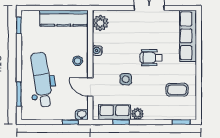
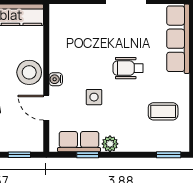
plant: (100, 23) -> (60, 21), removed
water cooler: (97, 51) -> (56, 79), moved
stool: (78, 61) -> (29, 72), width x1.89, depth x1.89
washbasin: (82, 115) -> (35, 145), removed

